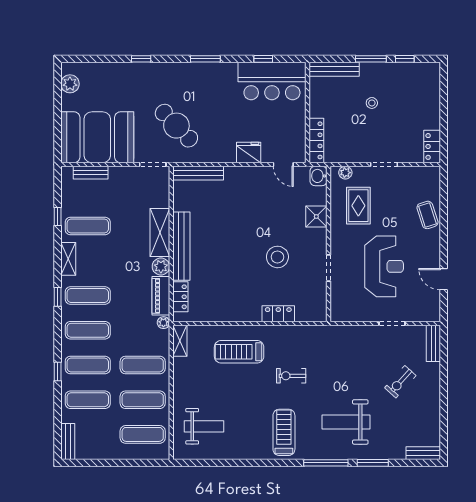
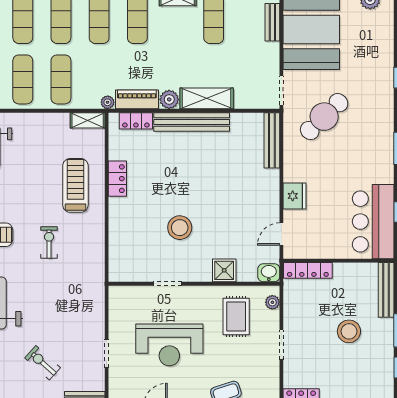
stool: (372, 103) -> (349, 331), width x1.89, depth x1.89
rug: (358, 206) -> (236, 317), turned 90
locker: (278, 314) -> (117, 179), moved

